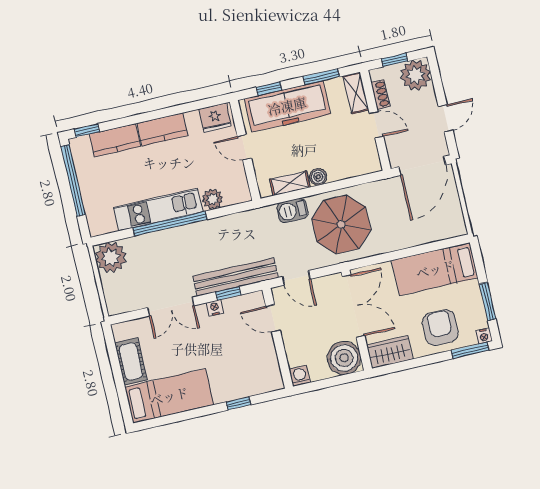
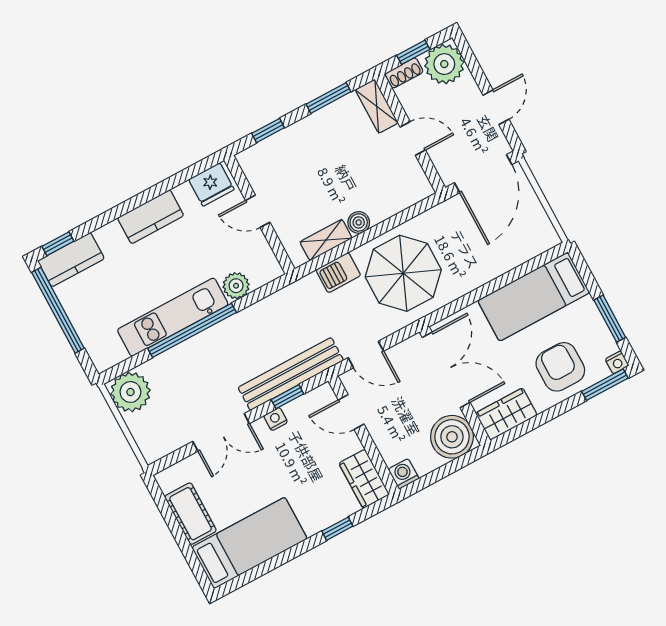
shoe rack: (380, 94) -> (404, 73), moved, turned 90
freezer: (287, 106) -> (297, 146), removed
kitchen counter: (115, 140) -> (71, 260), moved
wardrobe: (269, 371) -> (364, 479), added

